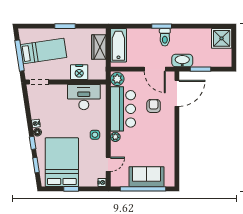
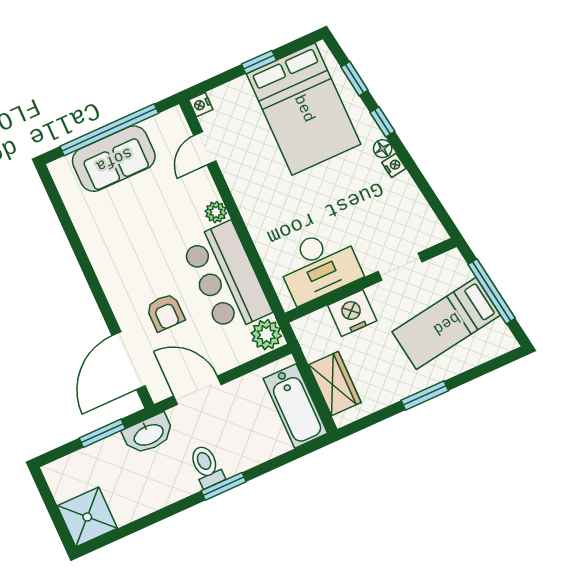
doorway: (39, 82) -> (400, 267), moved
side table: (95, 135) -> (260, 197), removed

